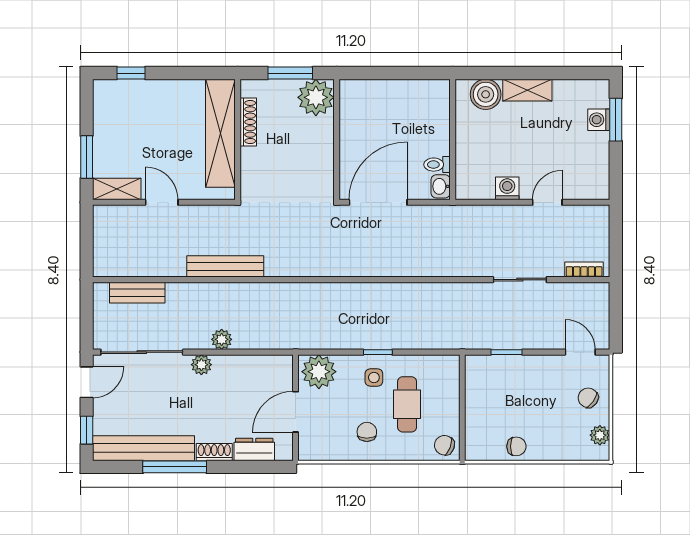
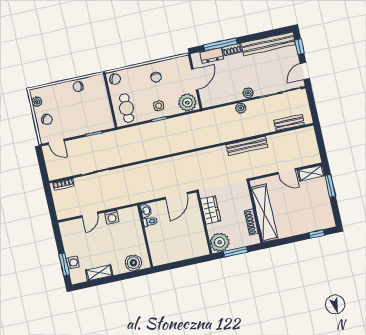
shelving: (527, 90) -> (99, 273), moved
wardrobe: (320, 161) -> (211, 210), added
door: (378, 202) -> (176, 196), width x0.73
cafe table: (407, 404) -> (126, 108), moved
window: (175, 467) -> (220, 44), moved

